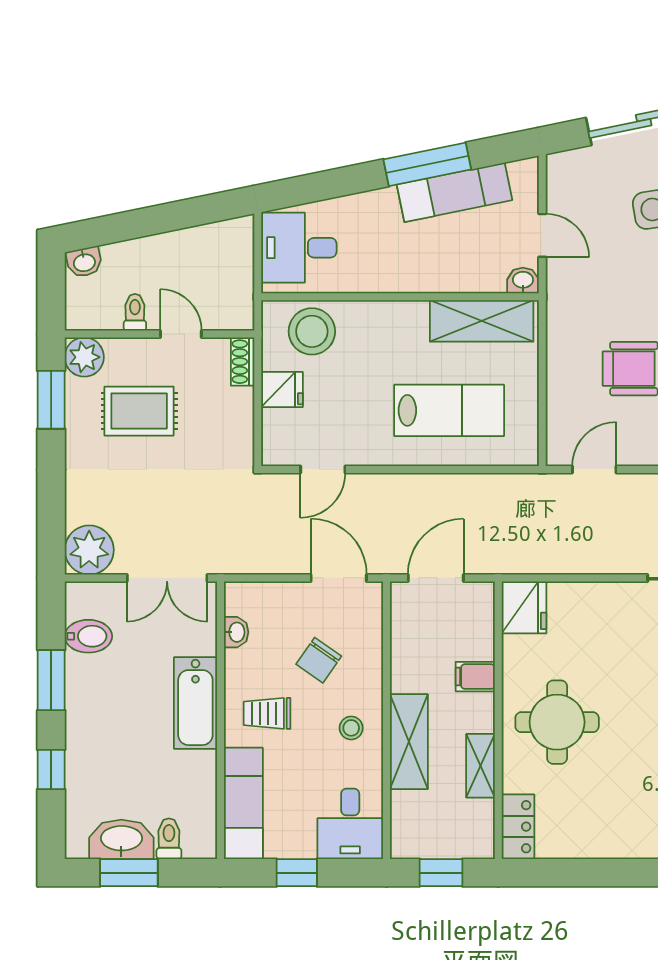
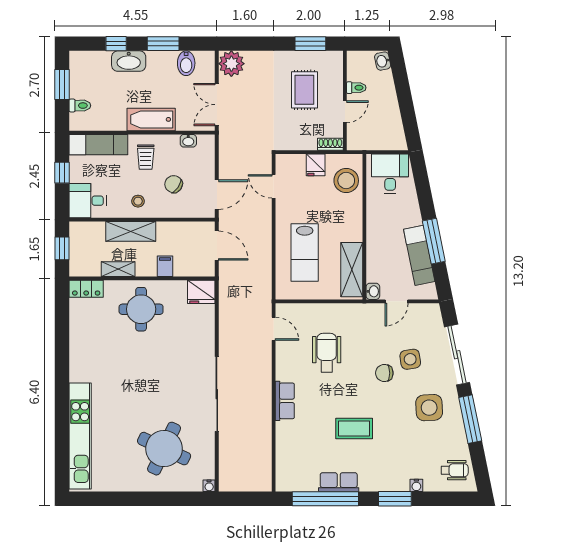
plant: (84, 357) -> (333, 61), removed
trolley: (267, 713) -> (146, 157), turned 180
washbasin: (121, 839) -> (129, 61), moved, turned 90

